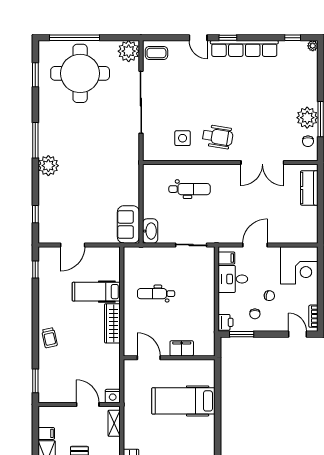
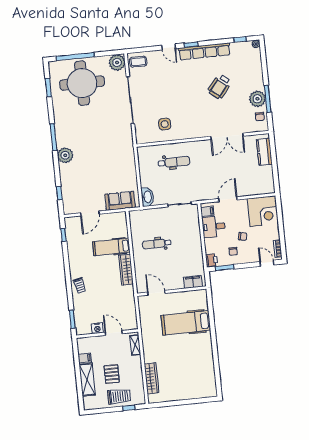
wheelchair: (218, 137) -> (220, 87), moved, turned 120
sofa: (128, 224) -> (120, 201), moved, turned 90
filing cabinet: (182, 348) -> (193, 282), moved
nightstand: (113, 396) -> (97, 328), moved

